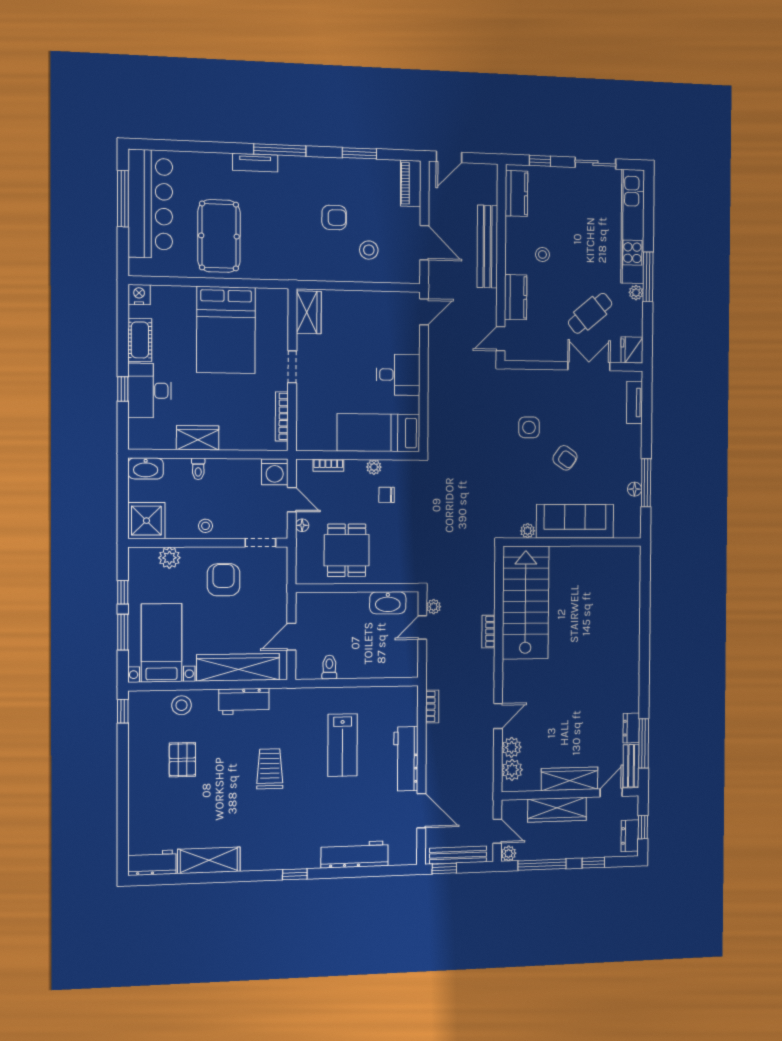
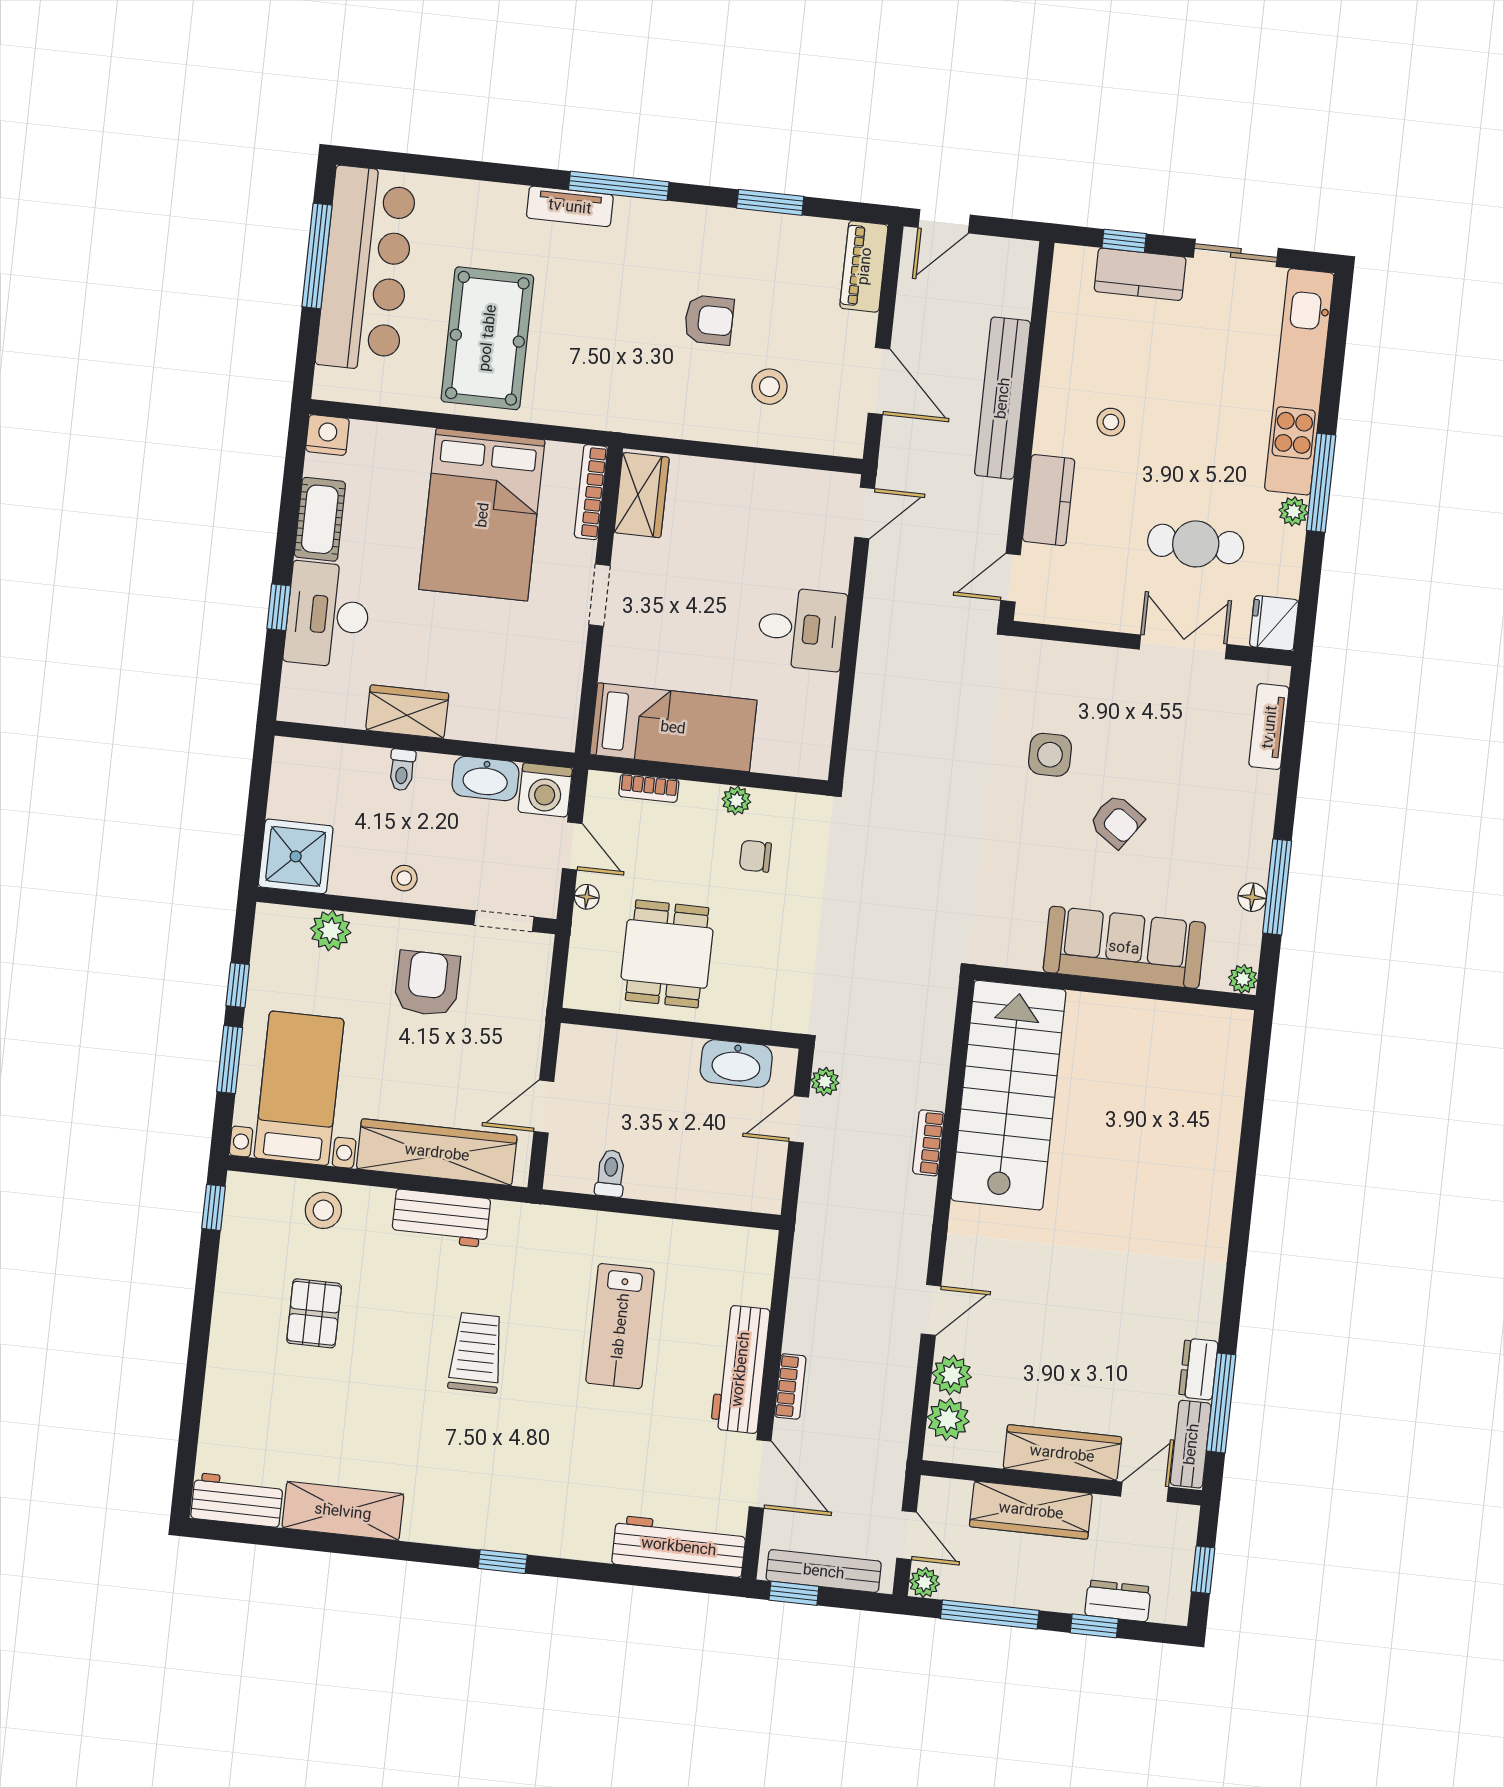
kitchen counter: (516, 193) -> (1140, 274), moved, turned 90
cafe table: (590, 313) -> (1196, 544), turned 40
bookcase: (282, 416) -> (591, 492), moved
bed: (379, 433) -> (673, 727), moved, turned 180
washbasin: (146, 468) -> (485, 779), moved
plant: (528, 531) -> (1243, 979), moved
bookcase: (432, 707) -> (790, 1386), moved
dresser: (630, 836) -> (1118, 1601), moved, turned 90
workbench: (355, 854) -> (679, 1546), moved

